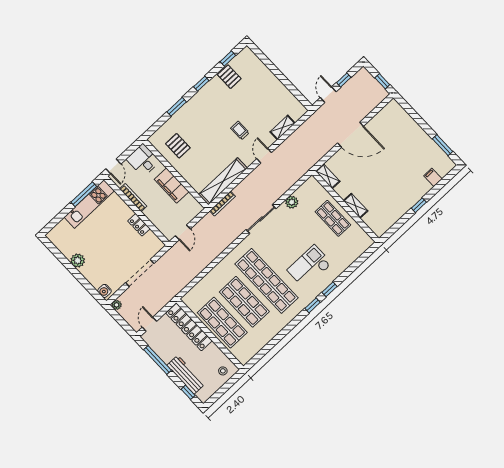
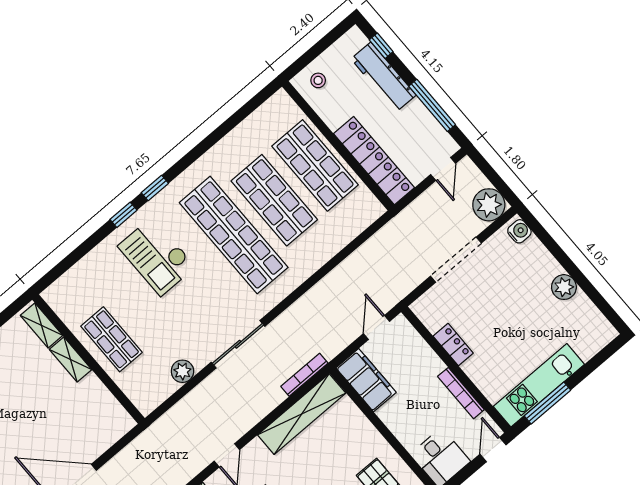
shelving: (328, 176) -> (41, 325), moved
filing cabinet: (172, 186) -> (366, 380), moved
checkout: (310, 267) -> (157, 256), turned 90
plant: (117, 305) -> (489, 205), width x1.88, depth x1.88

